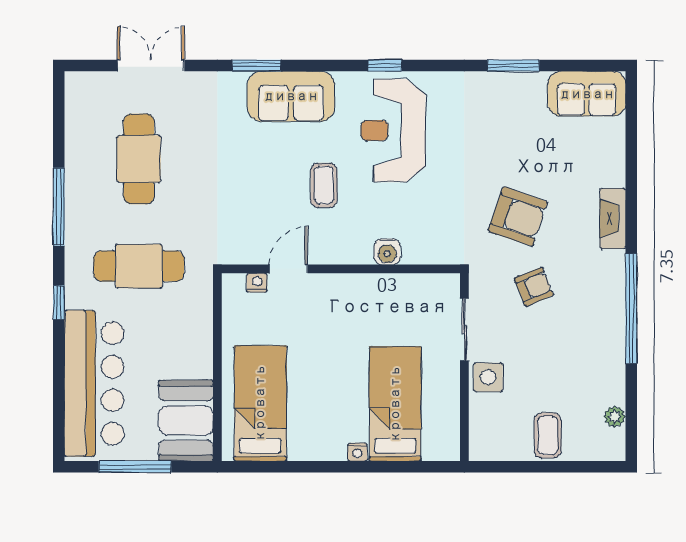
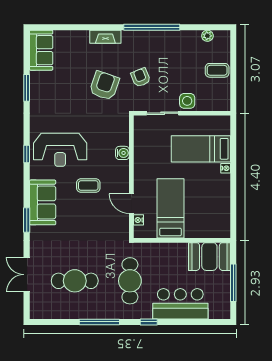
bar counter: (94, 383) -> (180, 304), width x0.73
bed: (260, 403) -> (170, 208), moved, turned 90

